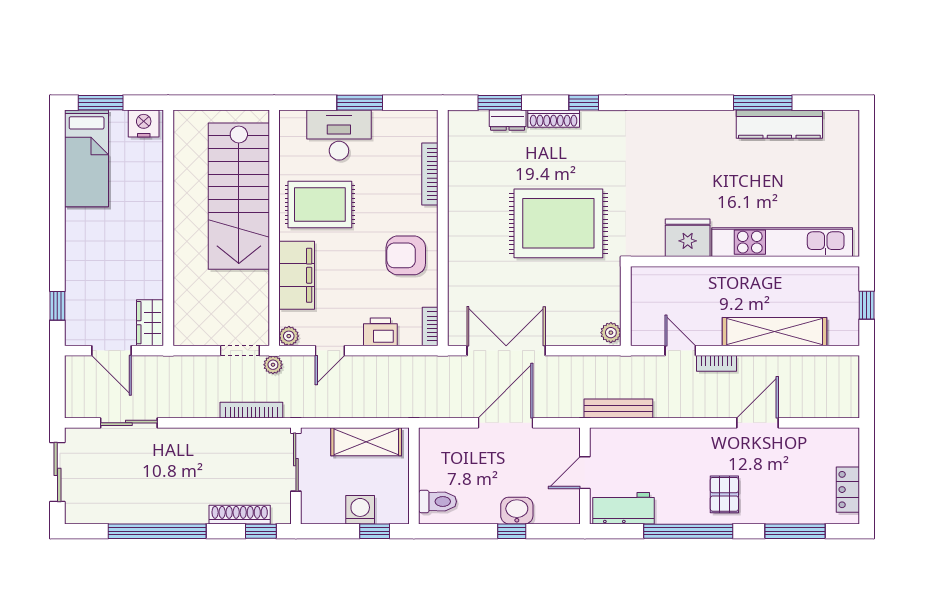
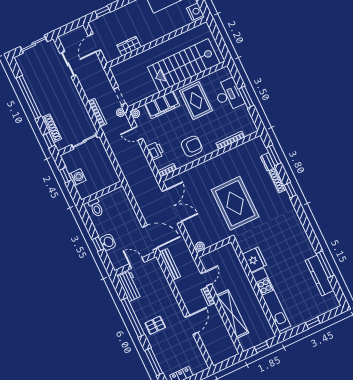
window: (867, 181) -> (313, 323), added
armchair: (406, 255) -> (192, 146), turned 90
wardrobe: (150, 323) -> (129, 46), moved
door: (506, 423) -> (150, 238), moved
door: (758, 423) -> (191, 325), hinge flipped
shelving: (366, 442) -> (107, 166), removed
window: (375, 531) -> (65, 175), moved

